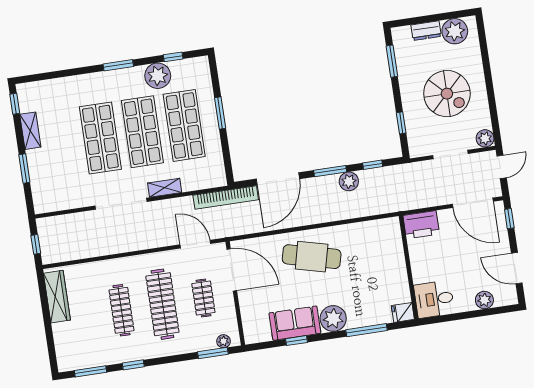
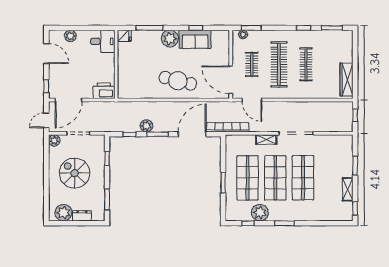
door: (473, 203) -> (68, 100), swing flipped

